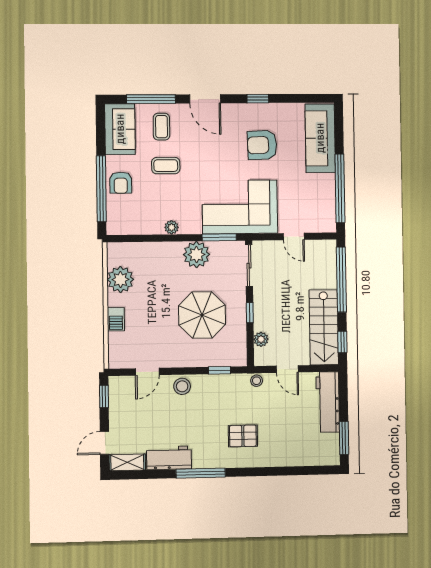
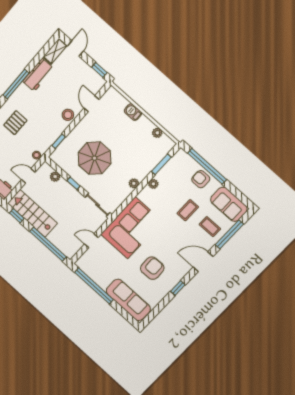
window: (219, 237) -> (161, 164), moved
plant: (196, 255) -> (134, 183), width x0.53, depth x0.53
plant: (120, 280) -> (157, 133), width x0.53, depth x0.53

